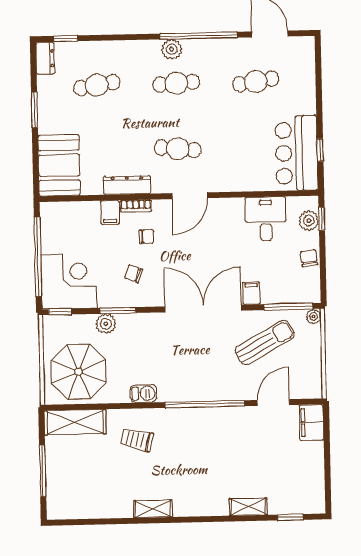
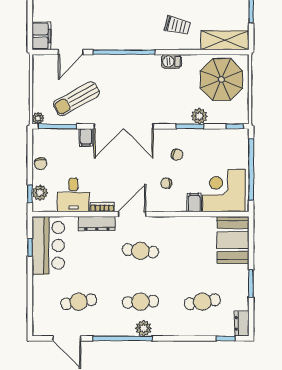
dresser: (127, 185) -> (97, 224), moved
bookcase: (136, 206) -> (102, 207), moved
corner desk: (69, 281) -> (224, 191), moved, turned 90

